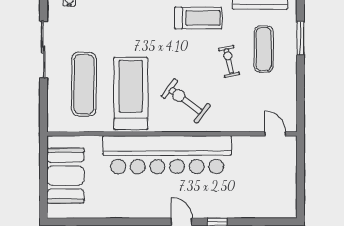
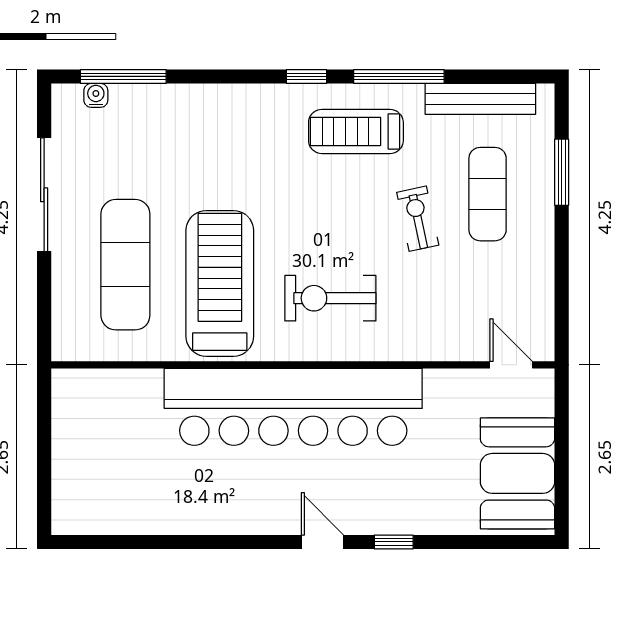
treadmill: (198, 18) -> (356, 131), turned 180
exercise bike: (186, 101) -> (330, 298), turned -37
booth: (65, 176) -> (517, 473), moved

